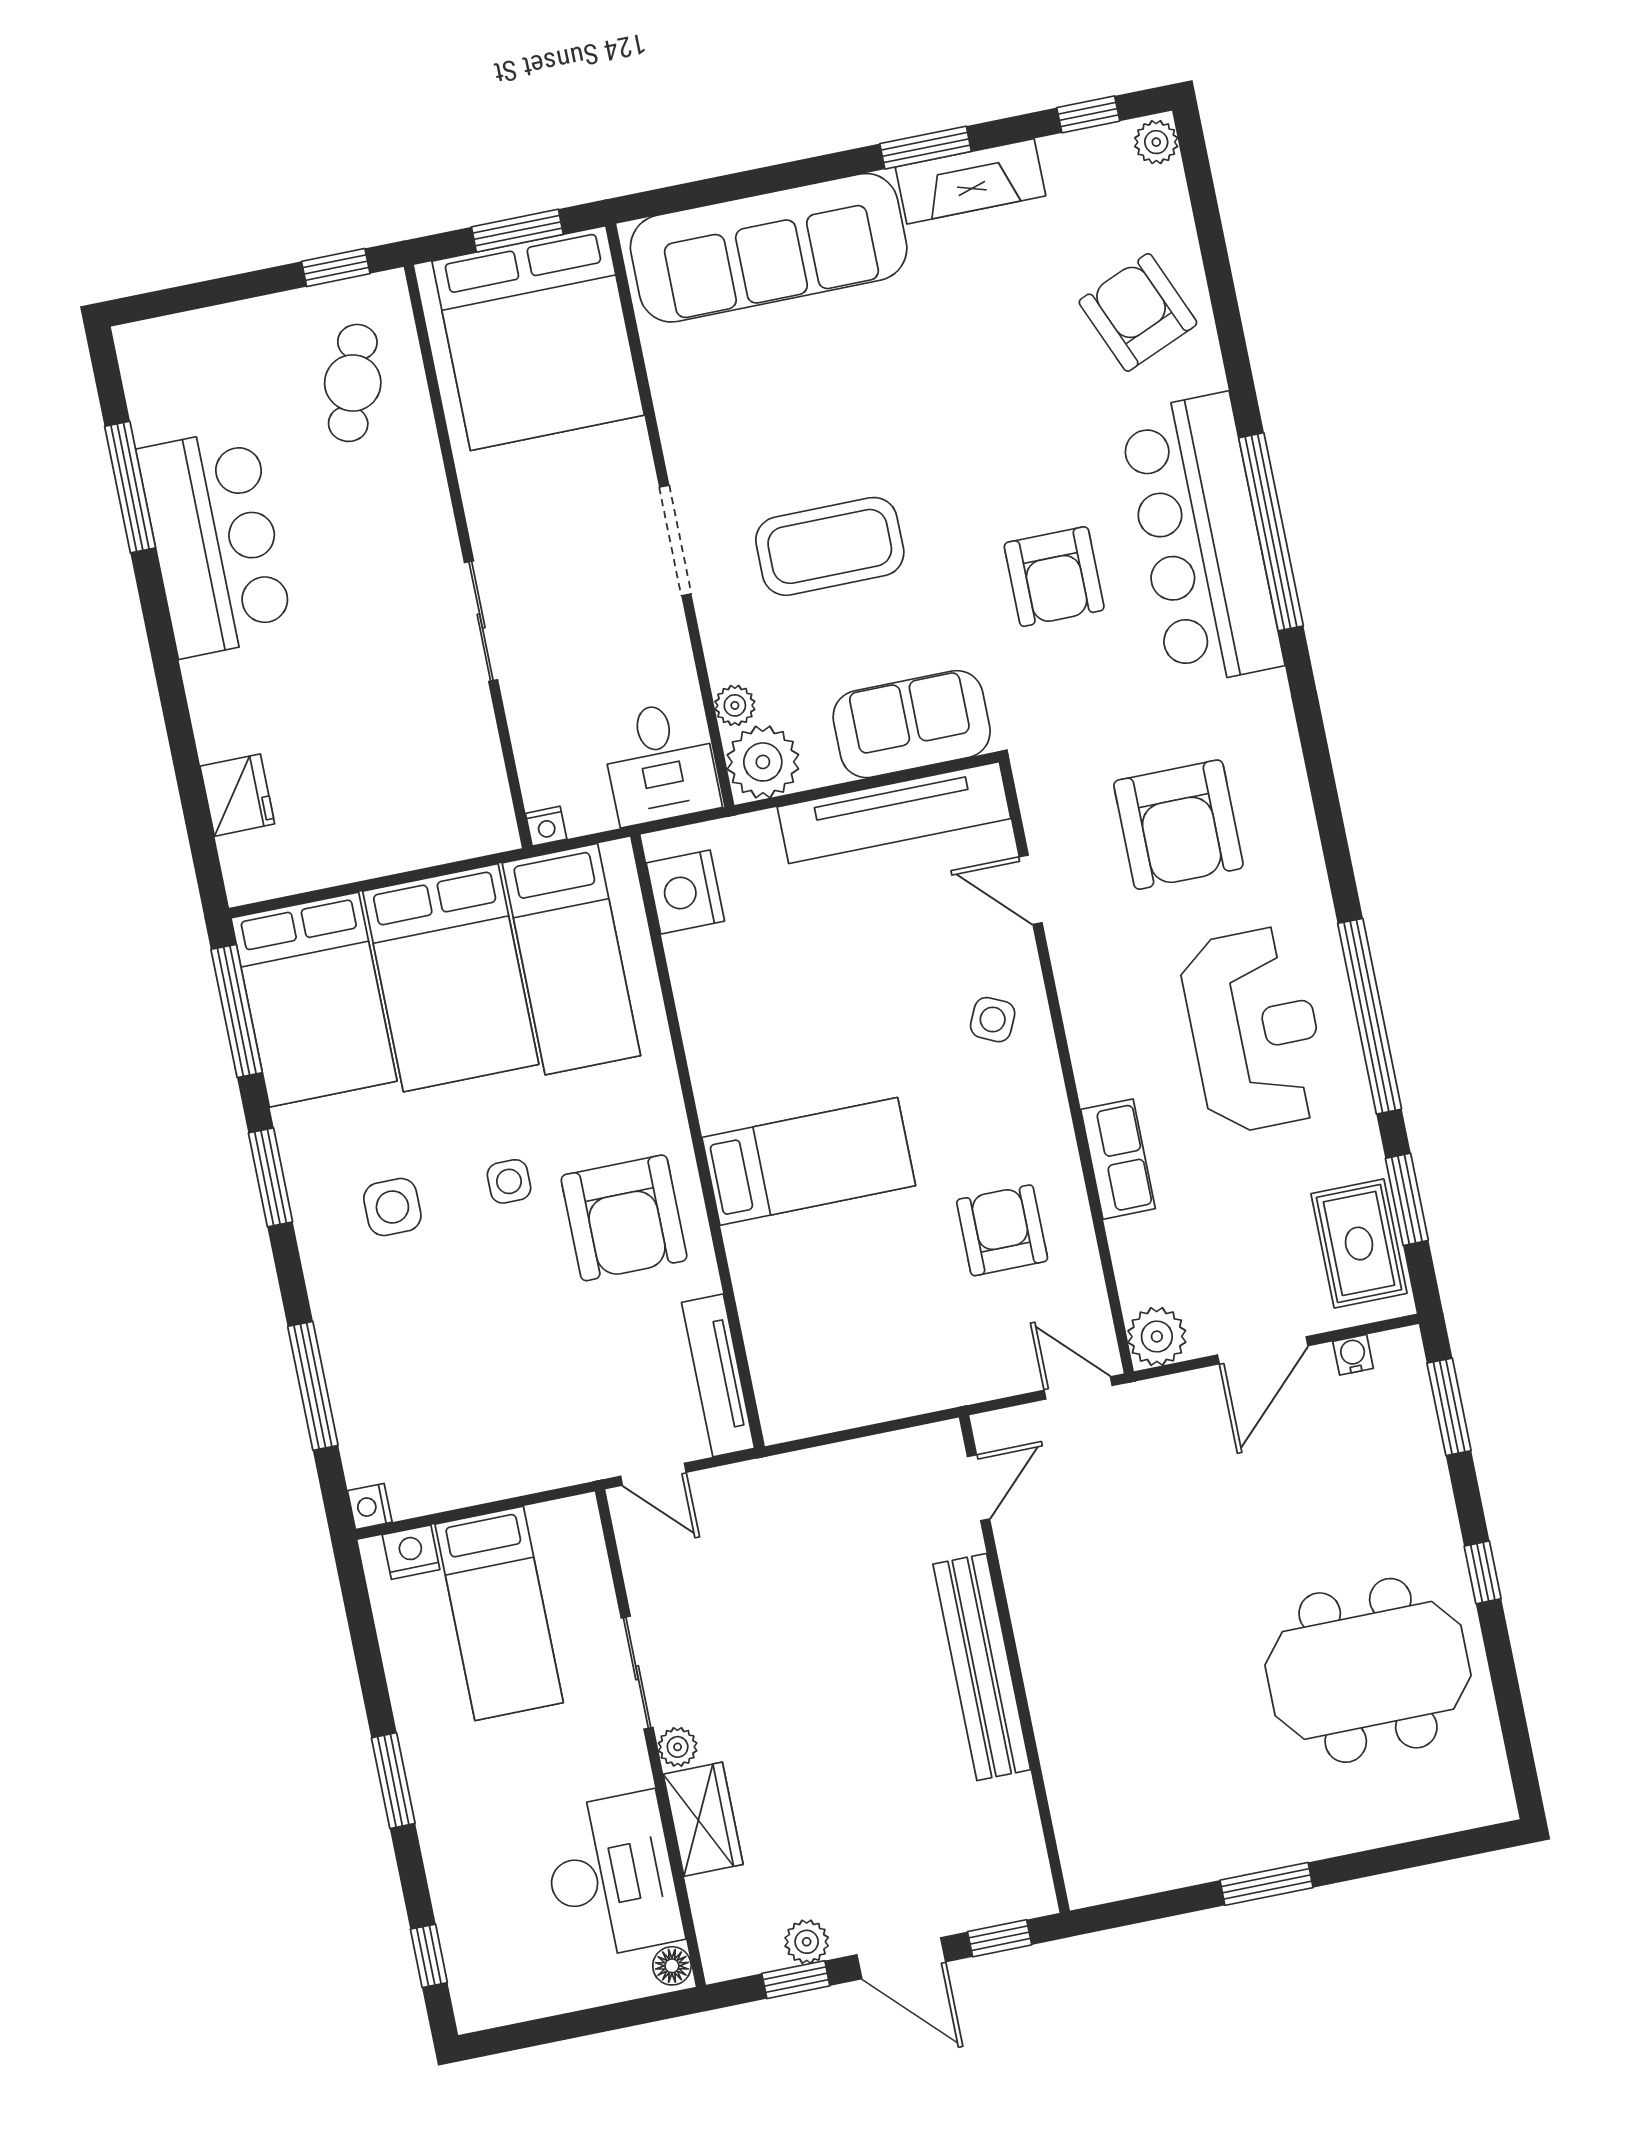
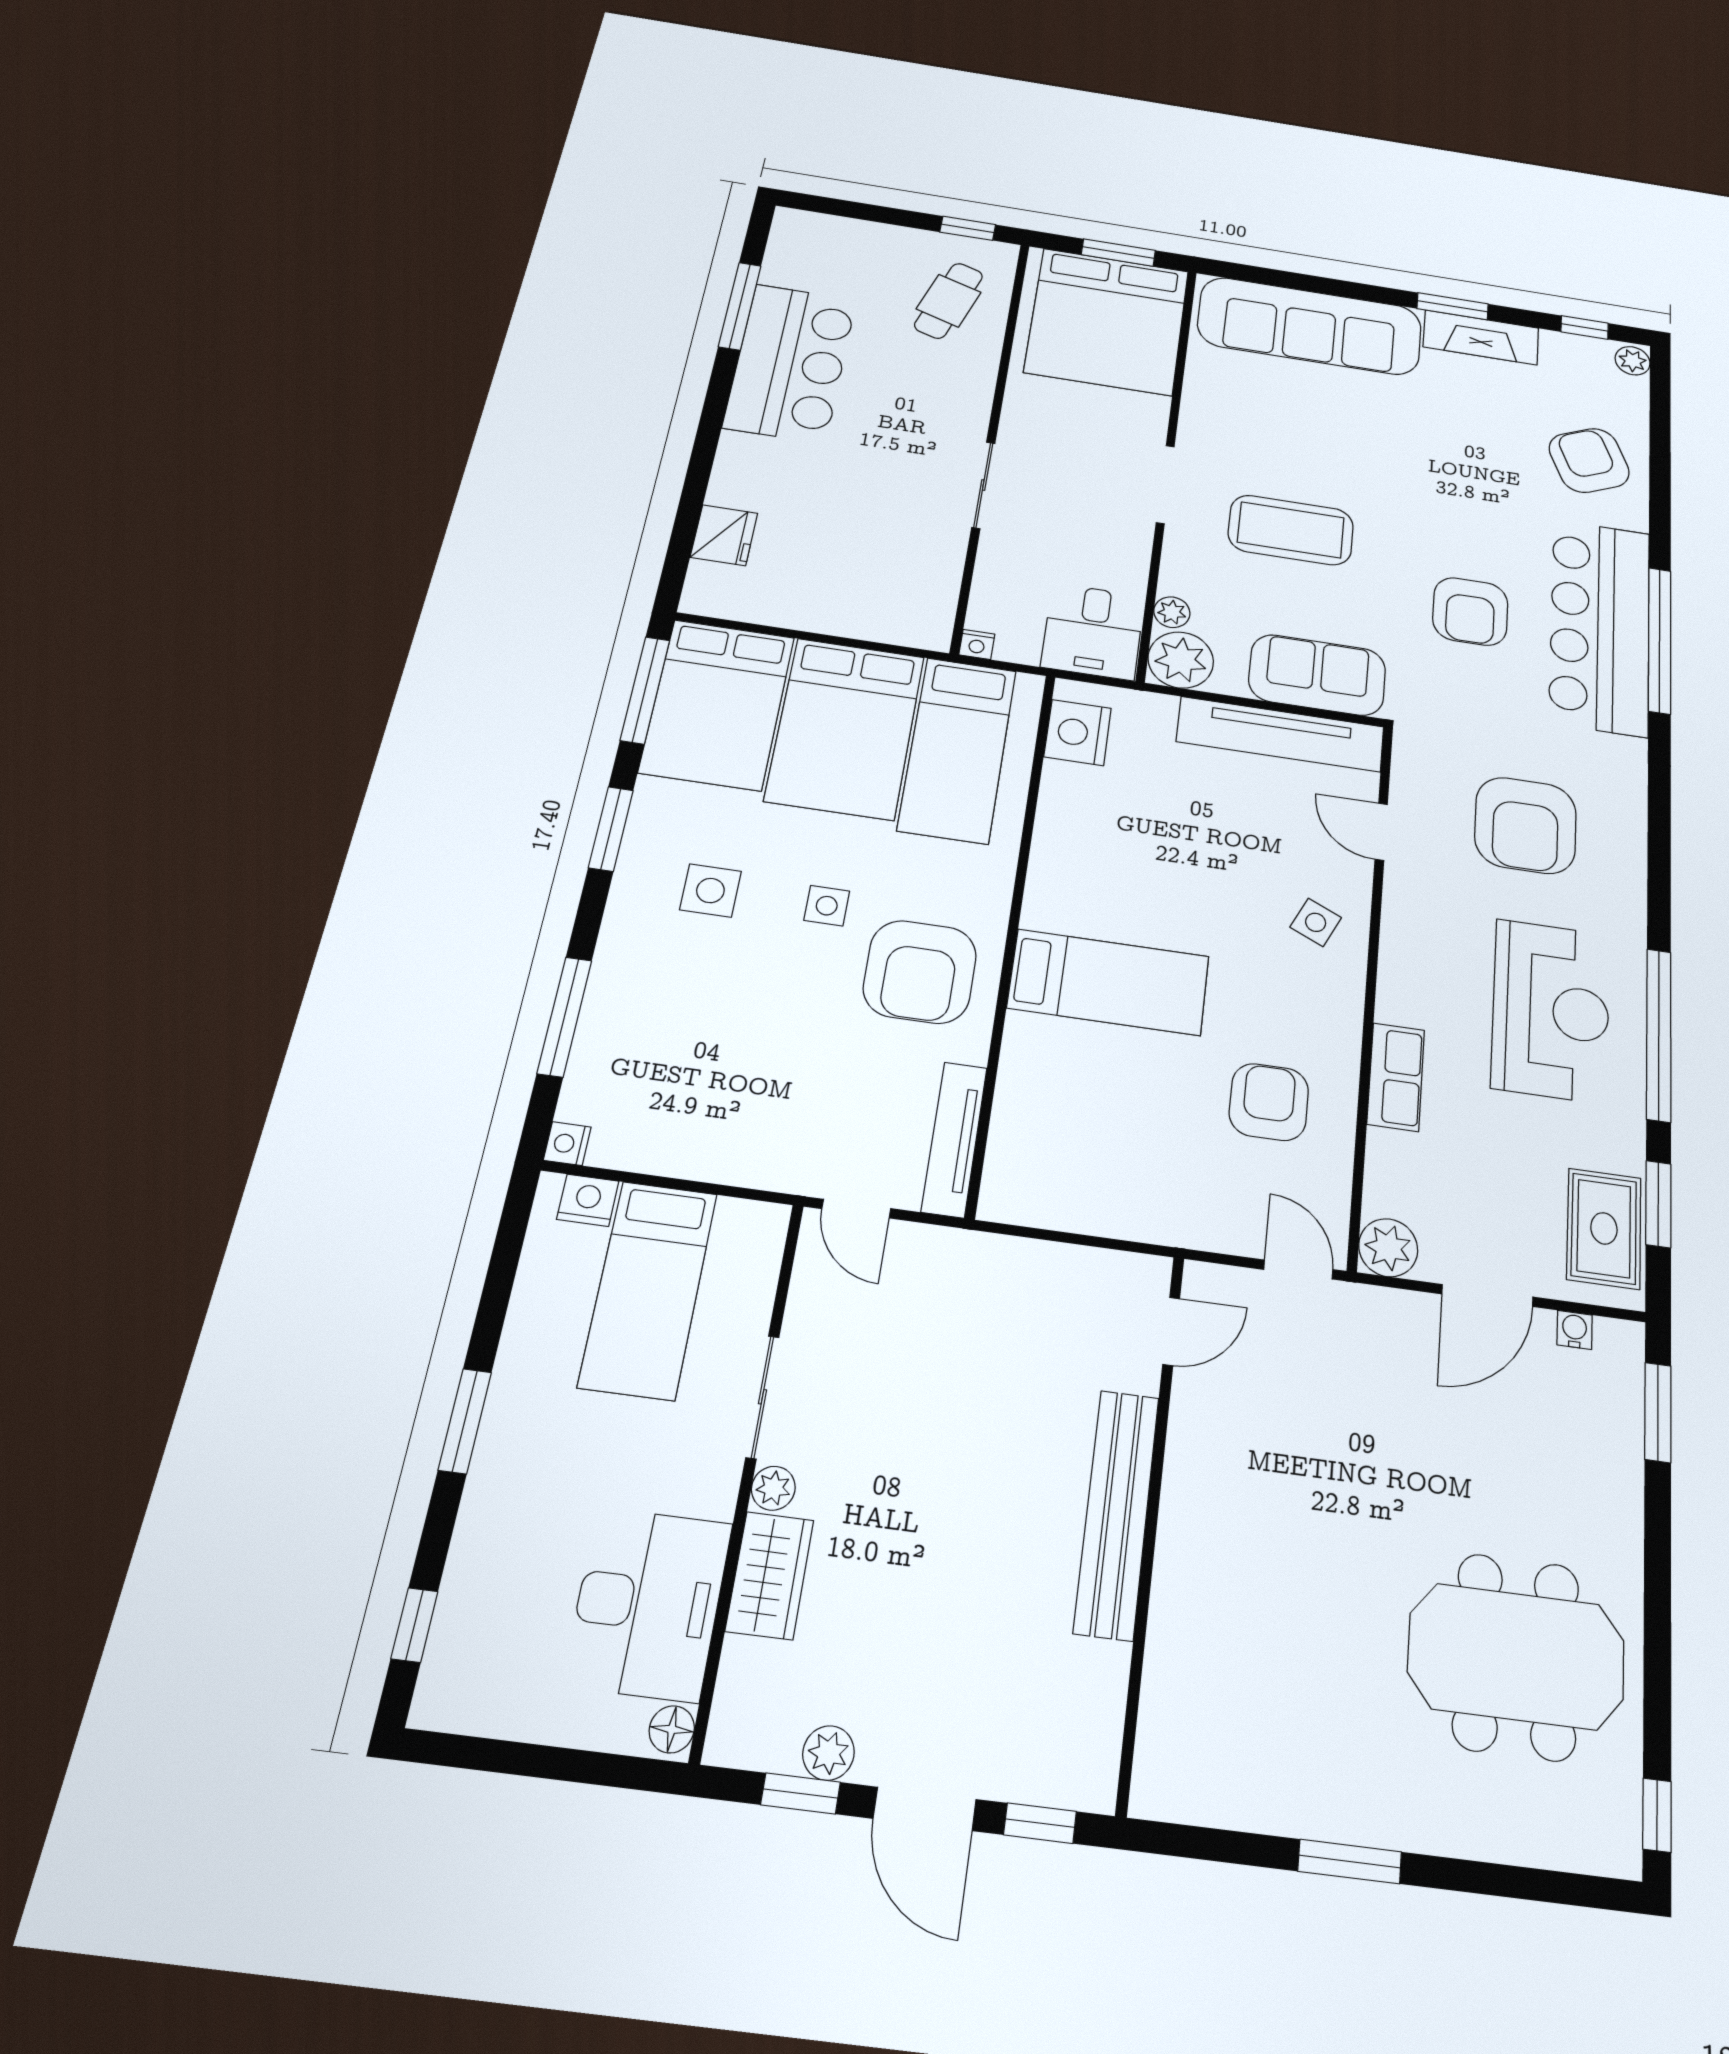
window: (1483, 1572) -> (1657, 1815), moved

